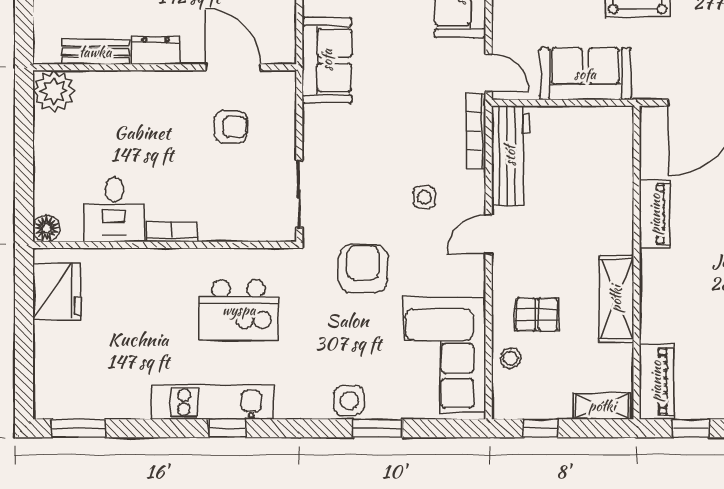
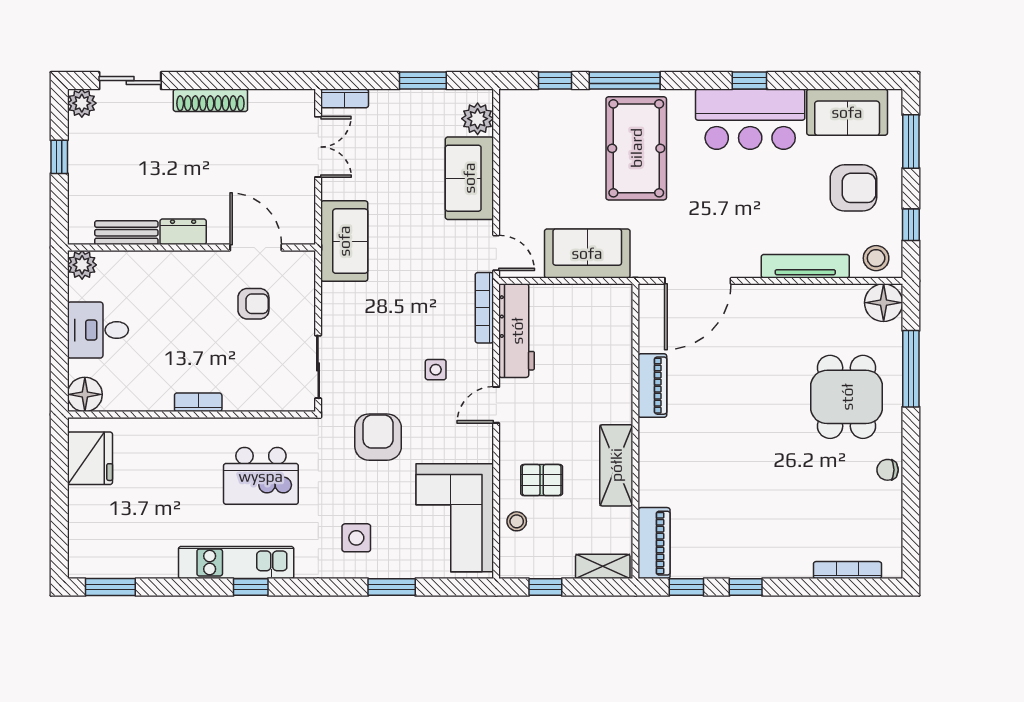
plant: (54, 91) -> (82, 265), width x0.73, depth x0.73
desk: (114, 210) -> (98, 330), moved, turned 90
floor lamp: (46, 228) -> (85, 394), width x1.38, depth x1.38
side table: (349, 401) -> (356, 538), moved

